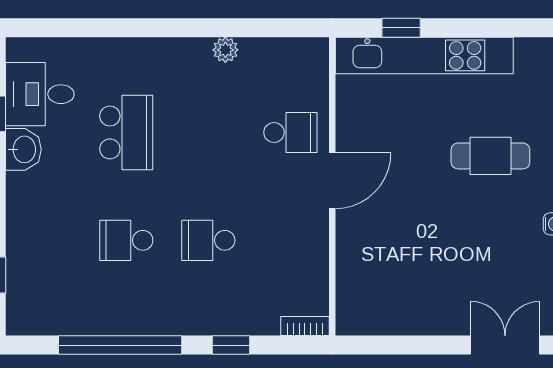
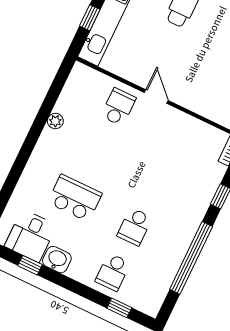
door: (332, 181) -> (156, 97), width x0.73
school desk: (208, 240) -> (113, 272), moved

